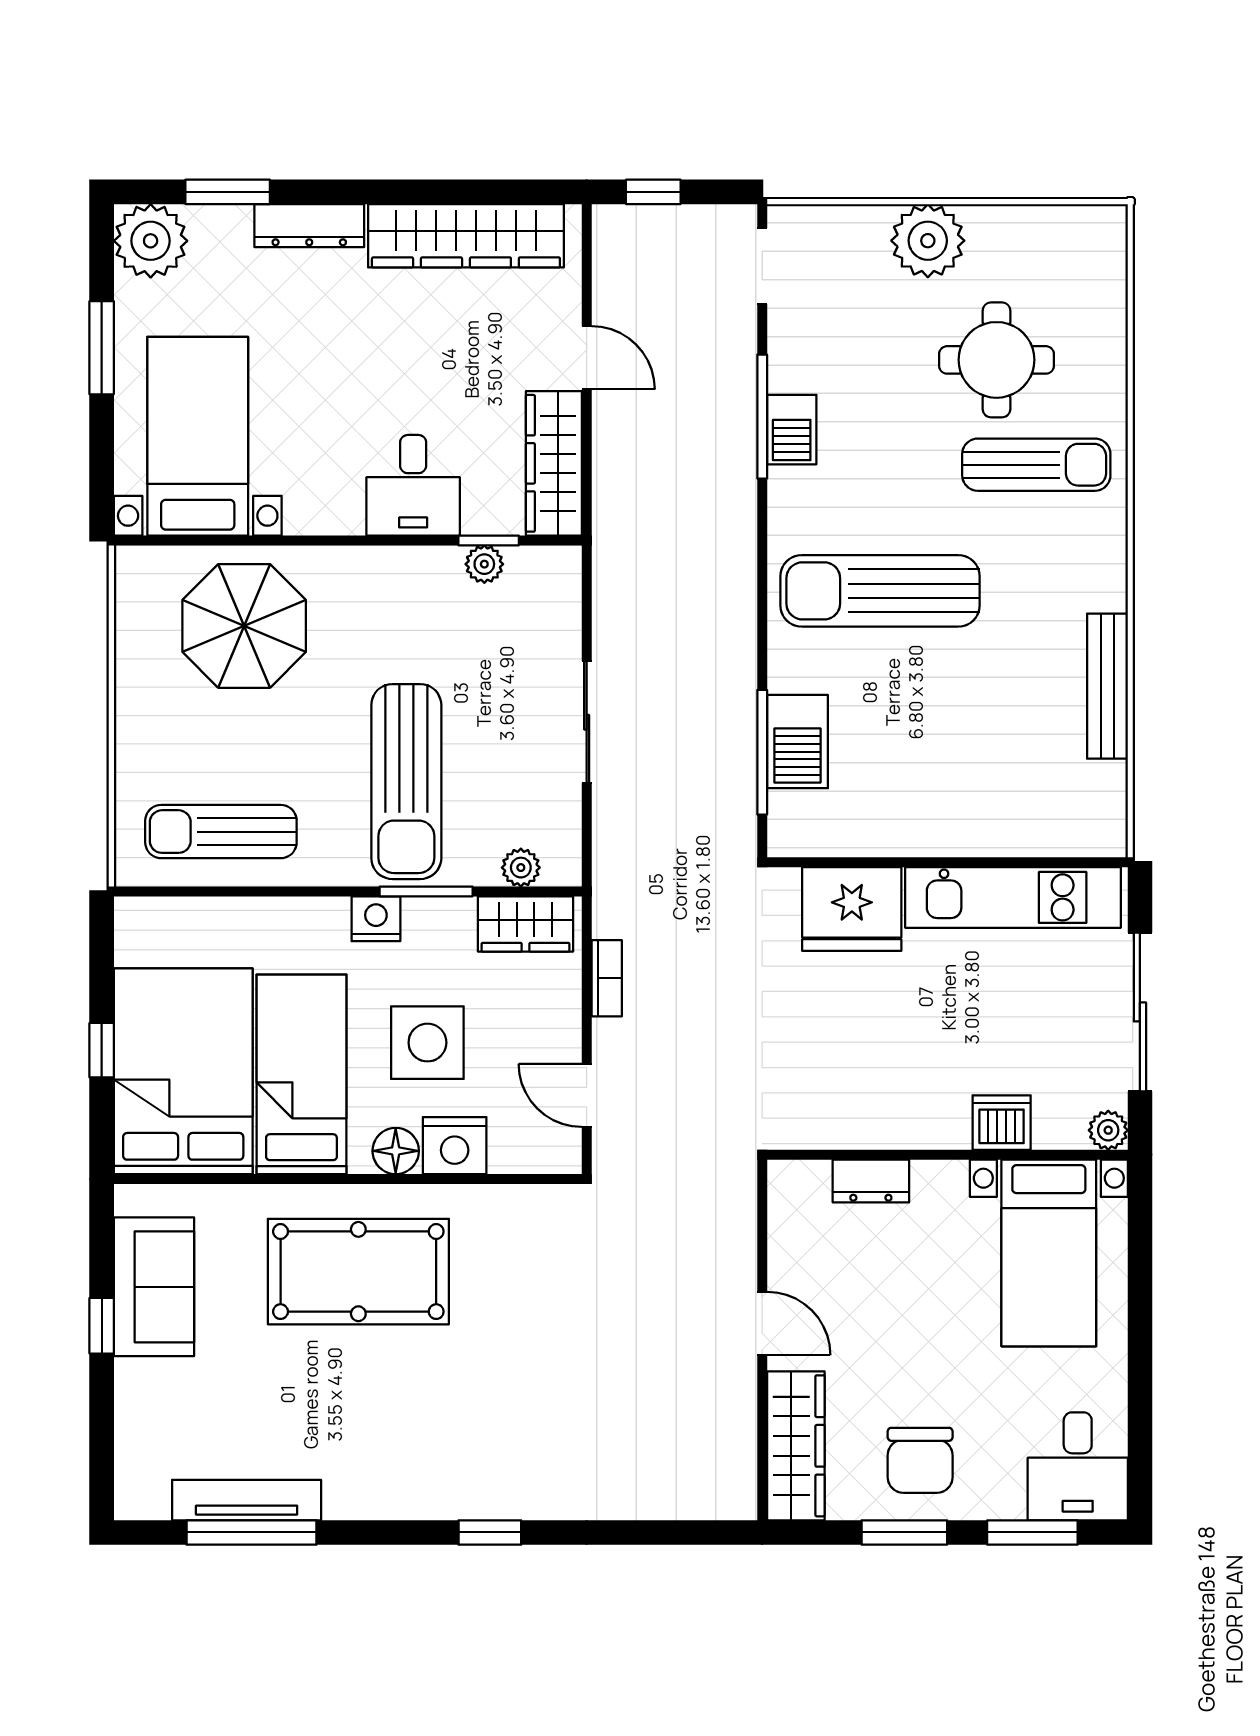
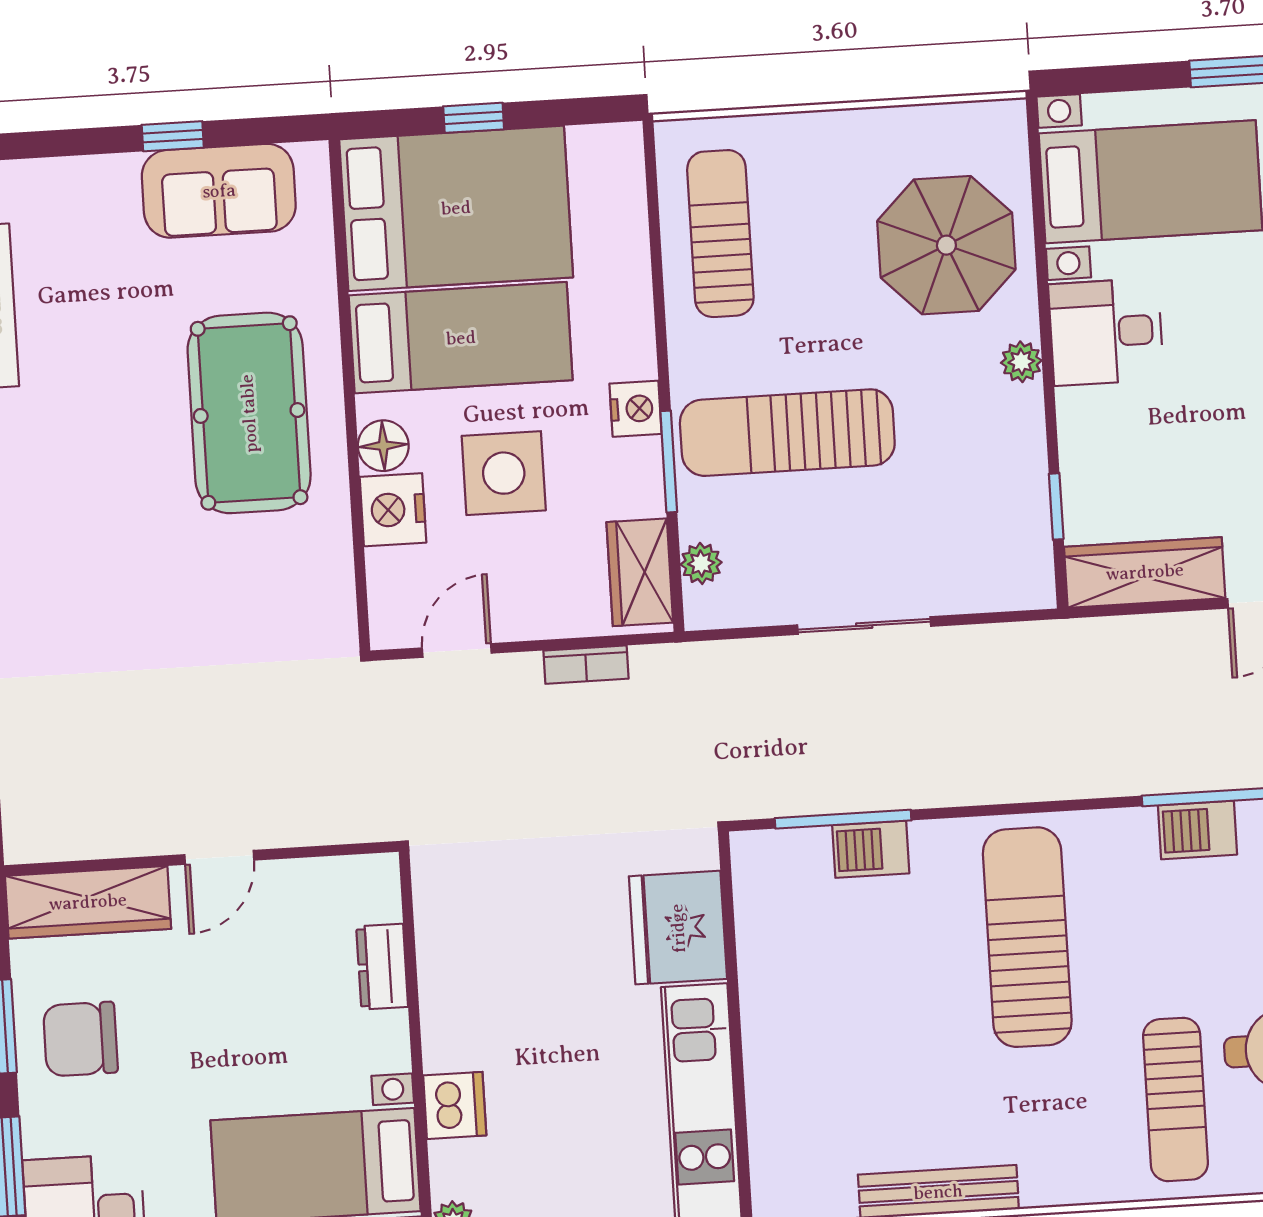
desk: (413, 485) -> (1106, 332), moved
plant: (484, 564) -> (1021, 362), moved
barbecue: (797, 742) -> (871, 849), width x0.73, depth x0.79

